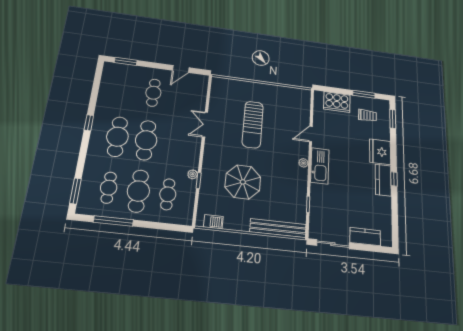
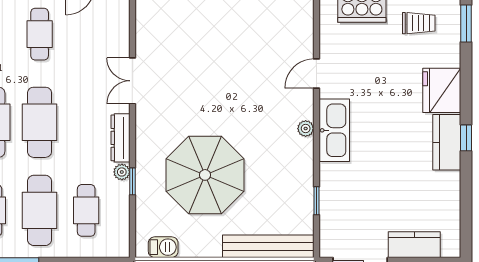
sun lounger: (253, 125) -> (214, 70), removed
dresser: (194, 155) -> (120, 138), added
parasol: (243, 182) -> (205, 175), width x1.36, depth x1.36

